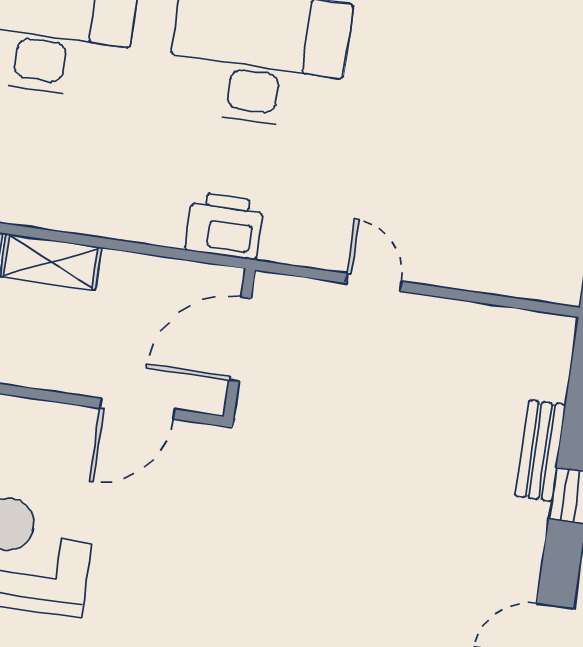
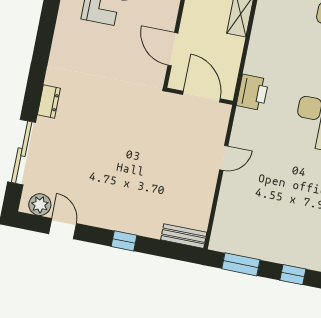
bench: (540, 451) -> (184, 236), moved

